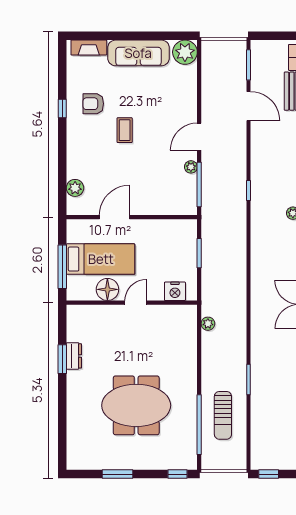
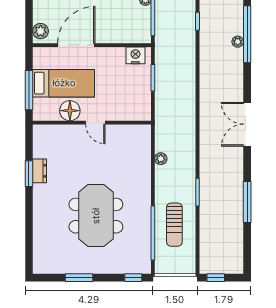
plant: (75, 188) -> (41, 31), moved
door: (115, 217) -> (76, 45), width x1.36
nightstand: (175, 291) -> (135, 55), moved, turned 180
door: (136, 303) -> (95, 123), swing flipped
plant: (208, 324) -> (161, 159), moved
meeting table: (136, 405) -> (96, 216), turned 90

